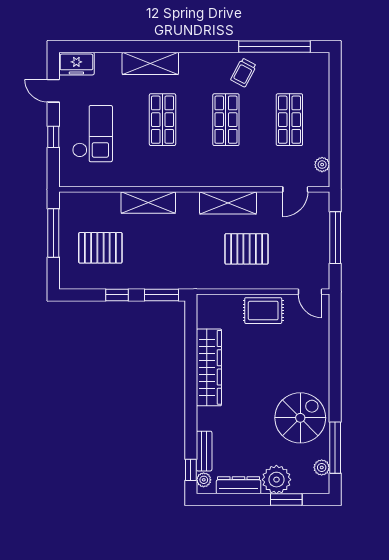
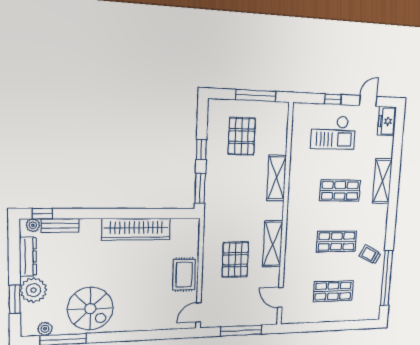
plant: (322, 165) -> (298, 318), removed

